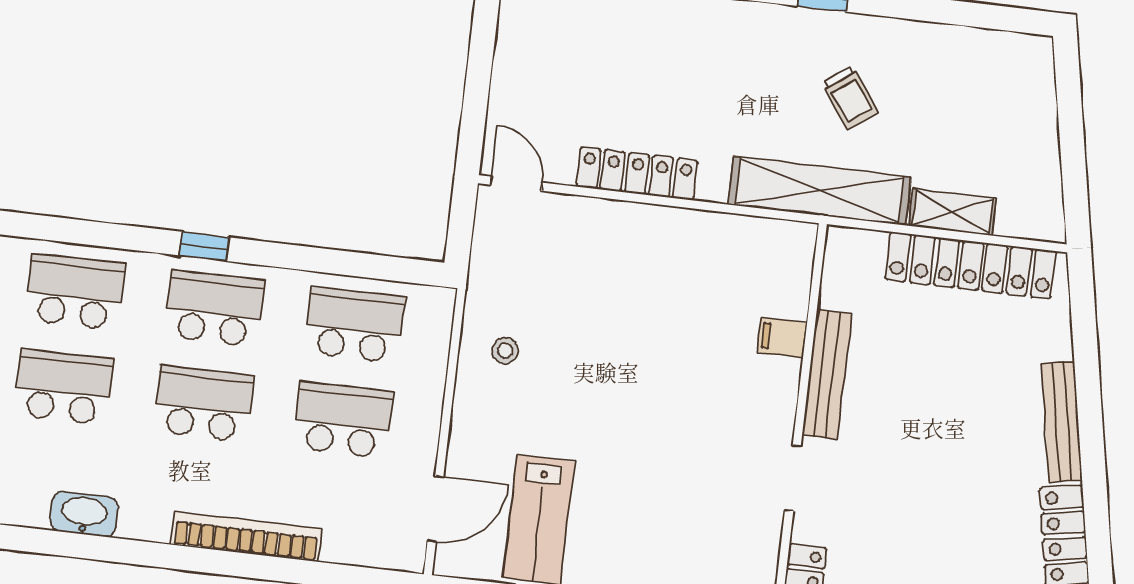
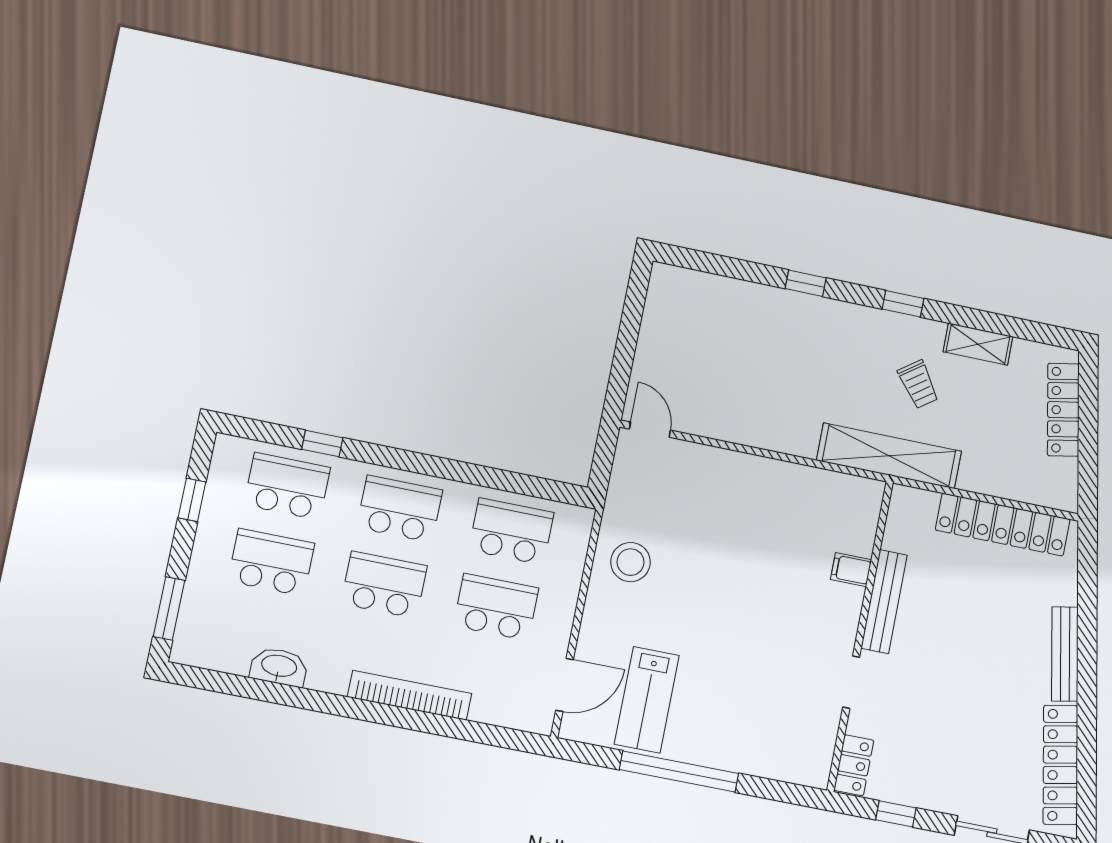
locker: (637, 174) -> (1063, 410), moved, turned -100
shelving: (953, 212) -> (978, 344), moved
window: (204, 246) -> (322, 444), moved
stool: (505, 351) -> (631, 562), width x1.89, depth x1.89

